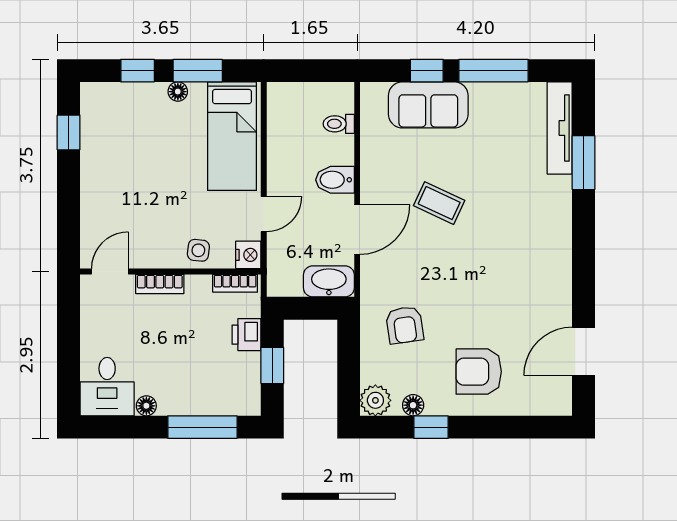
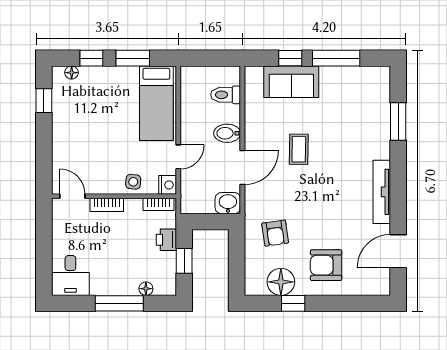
floor lamp: (178, 92) -> (72, 73), moved
toilet: (339, 124) -> (226, 95), width x1.37, depth x1.39
tv unit: (560, 128) -> (382, 192), moved
coffee table: (439, 203) -> (299, 149), turned 66
door: (110, 271) -> (72, 196), hinge flipped
washbasin: (329, 281) -> (228, 203), width x0.72
plant: (375, 400) -> (255, 285), removed
floor lamp: (413, 405) -> (281, 282), width x1.89, depth x1.89
floor lamp: (146, 406) -> (146, 289), moved
window: (202, 427) -> (119, 303), moved

